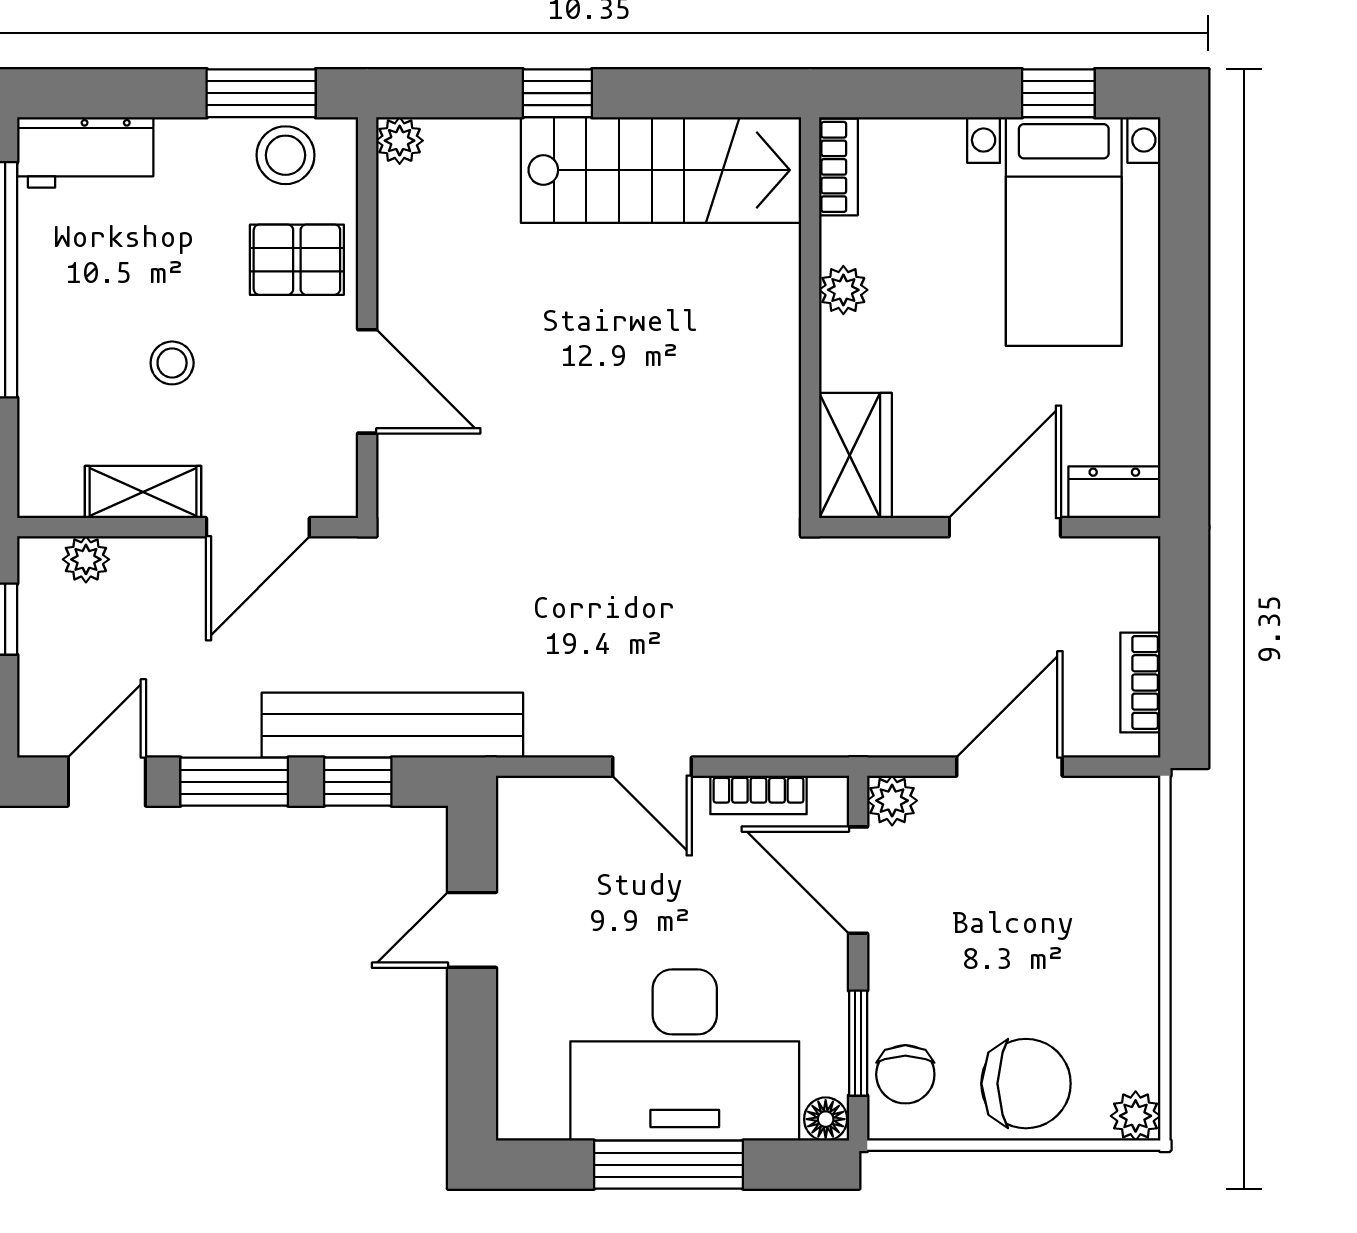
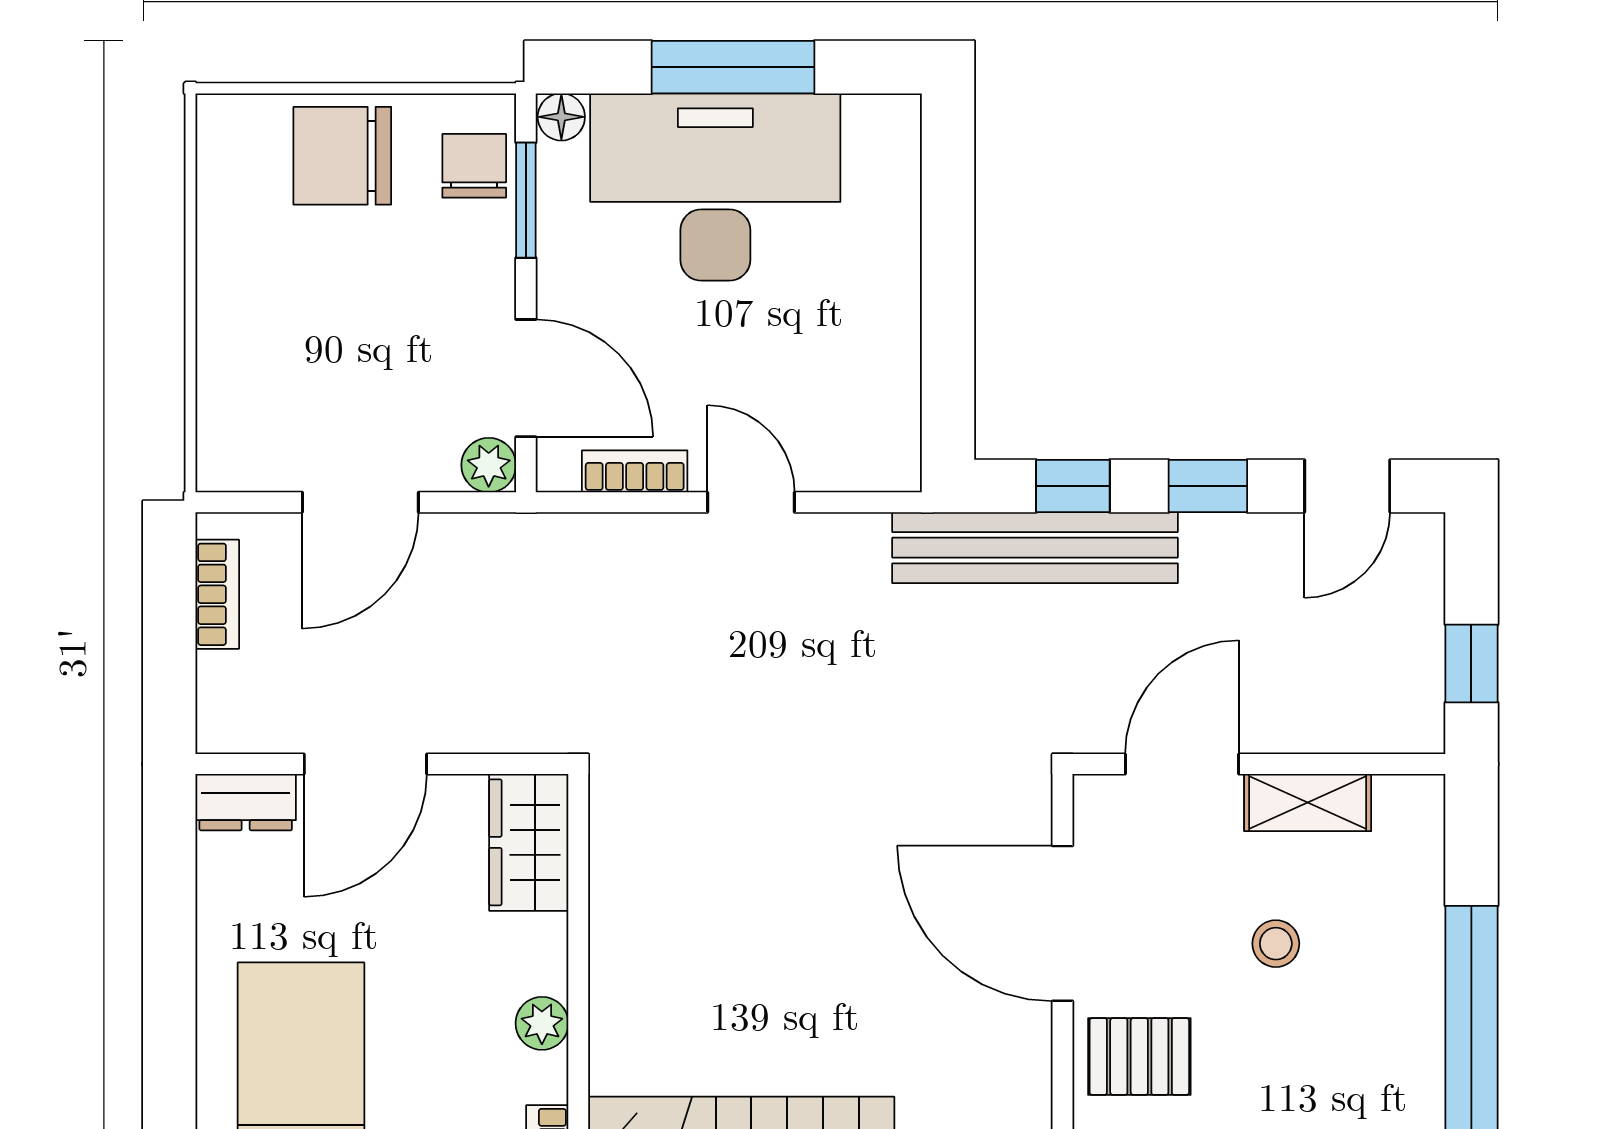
door: (367, 381) -> (1063, 923), width x1.36
plant: (86, 559) -> (1370, 729), removed
window: (234, 782) -> (1208, 486), width x0.67
door: (472, 930) -> (948, 324), removed
plant: (1136, 1116) -> (223, 120), removed

